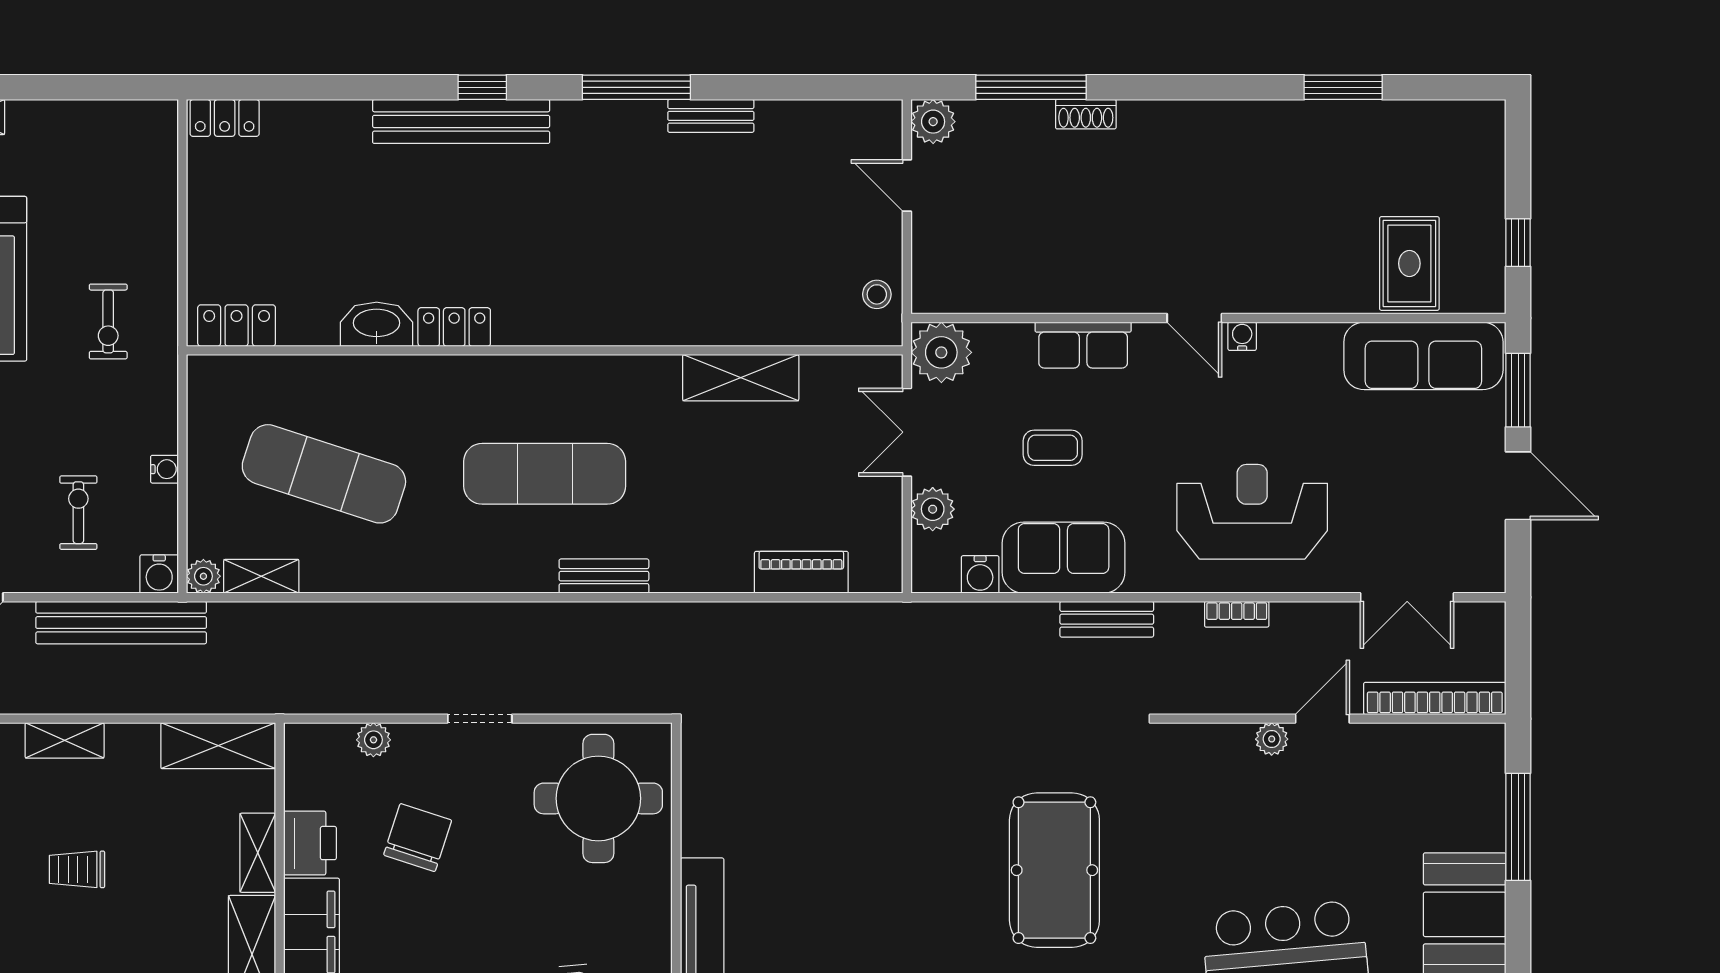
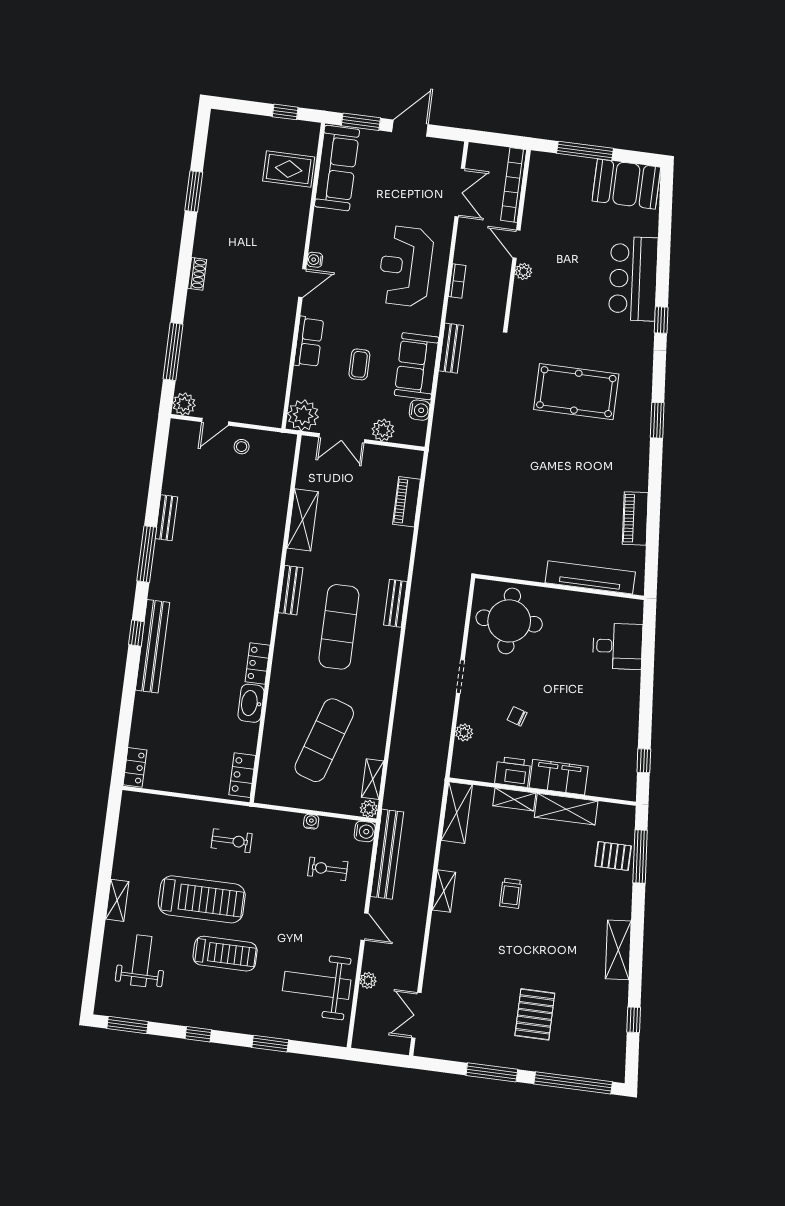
shoe rack: (1086, 114) -> (197, 274), moved
stool: (877, 294) -> (242, 447), moved
bench: (603, 372) -> (291, 590), added
chair: (418, 838) -> (517, 716), width x0.54, depth x0.54

